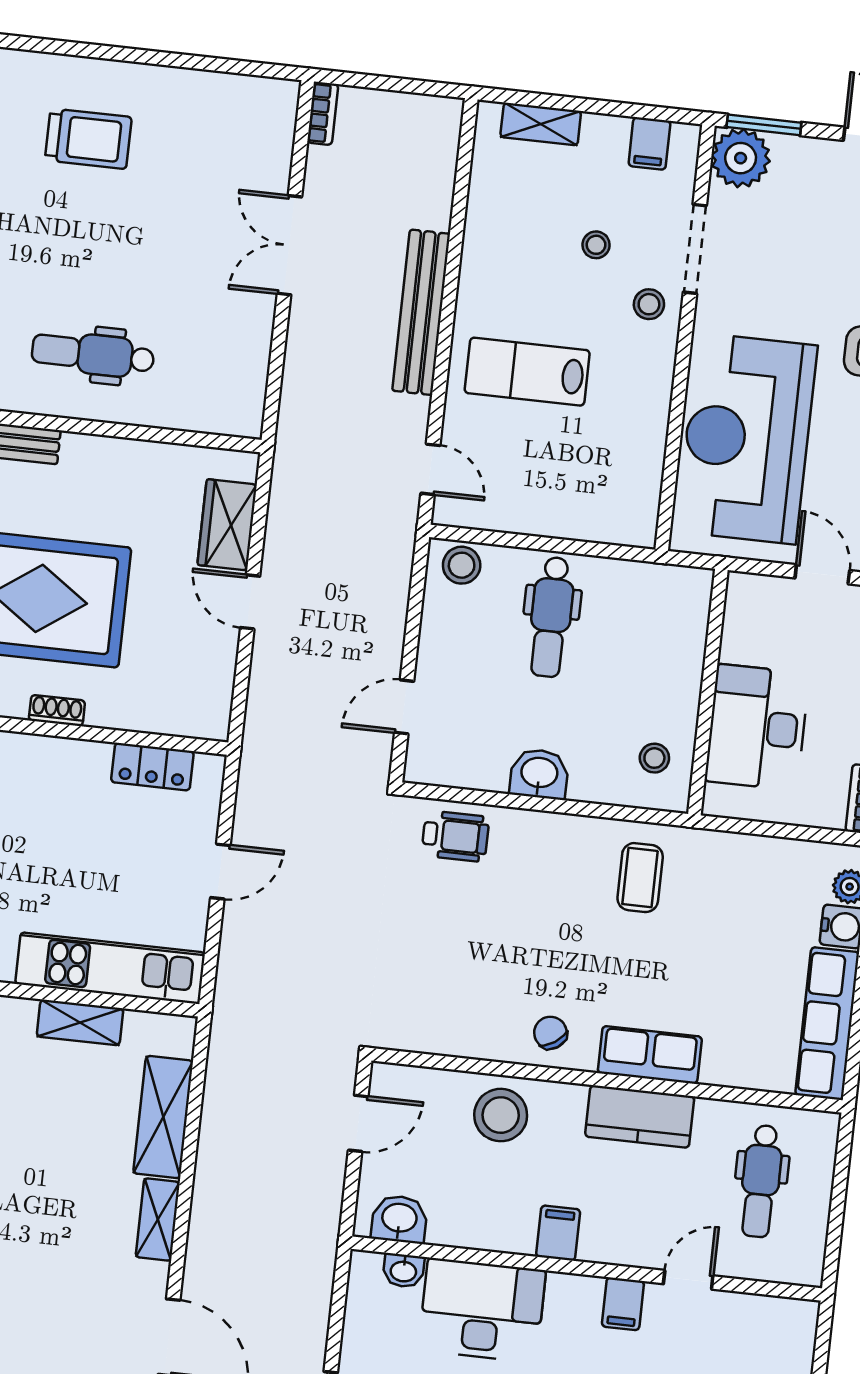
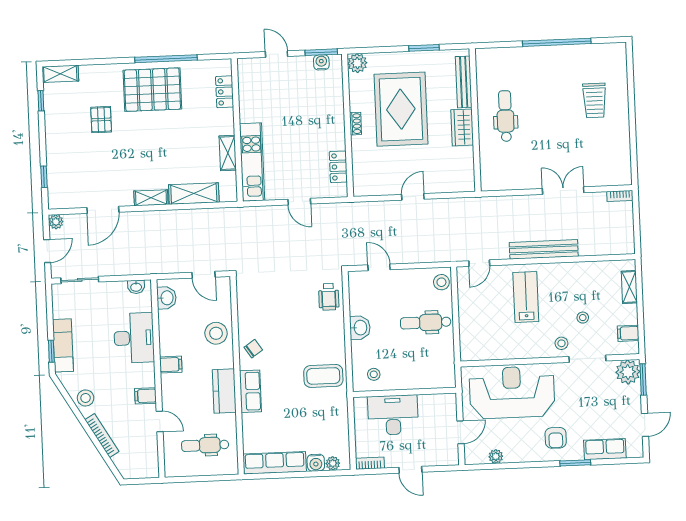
wardrobe: (227, 525) -> (462, 127), moved, turned -90
coffee table: (640, 878) -> (323, 376), width x1.36, depth x1.30
washbasin: (403, 1271) -> (136, 287), moved, turned -90

